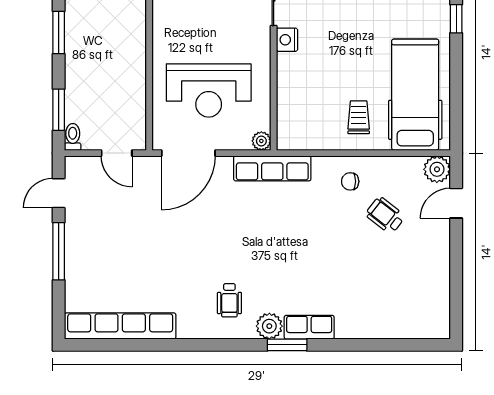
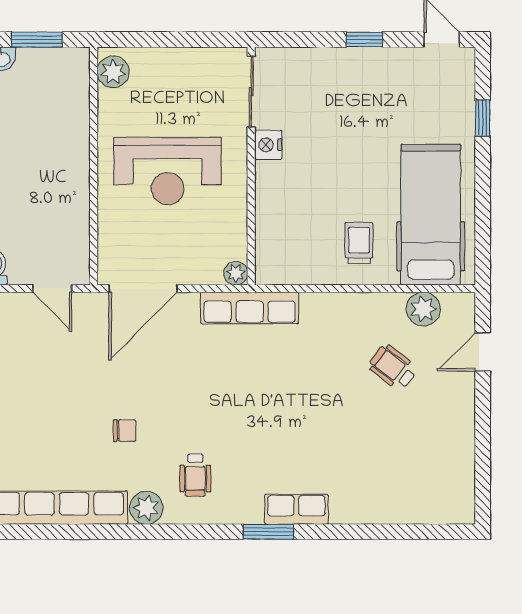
reception desk: (209, 90) -> (168, 171), moved
plant: (437, 169) -> (423, 309), moved
chair: (350, 181) -> (125, 431), moved, turned 180
plant: (269, 326) -> (146, 508), moved

